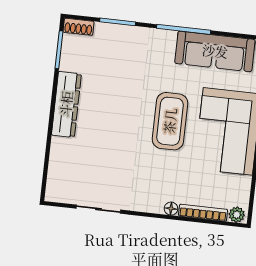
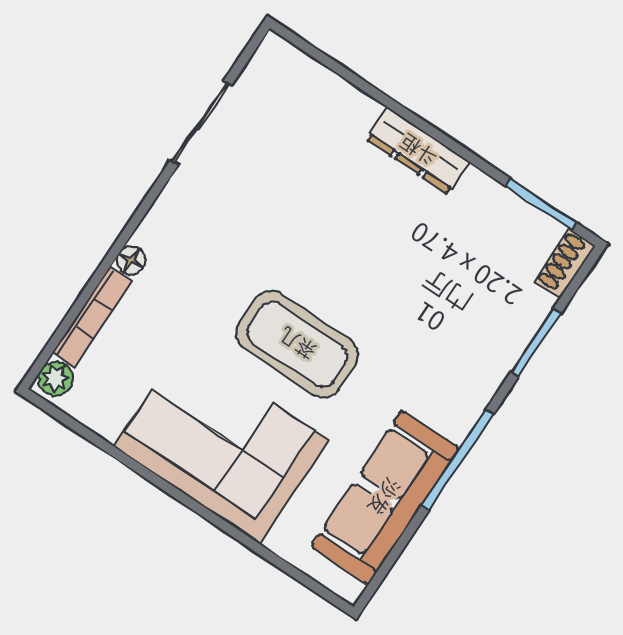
dresser: (66, 104) -> (418, 151), width x0.73, depth x0.80

